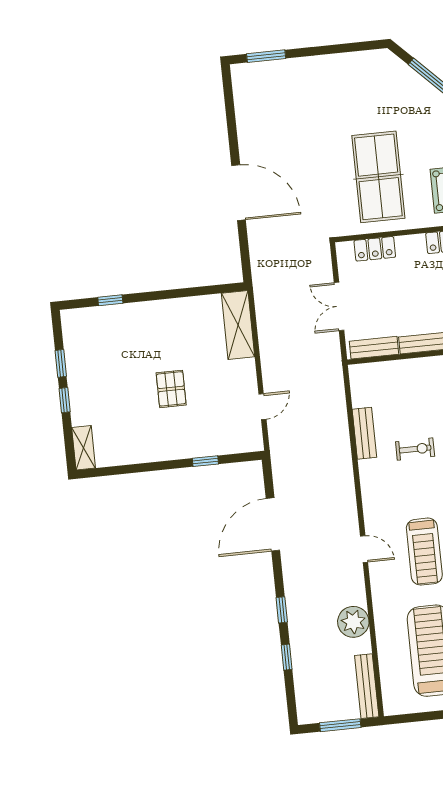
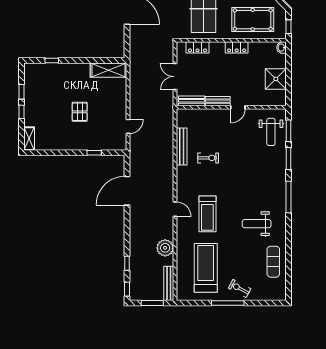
shelving: (238, 325) -> (108, 70), moved, turned 90
bench: (364, 433) -> (182, 147), width x1.36
window: (282, 610) -> (127, 289), moved

